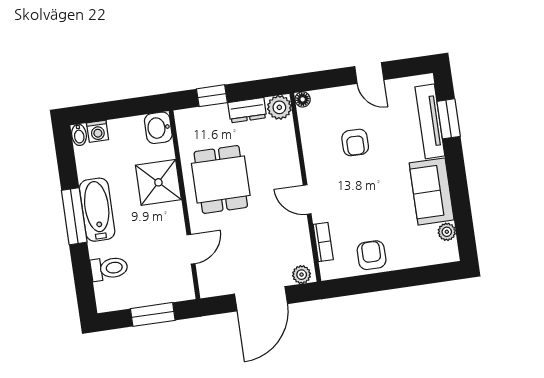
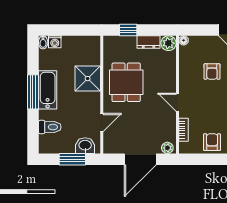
washbasin: (158, 128) -> (85, 146), moved, turned 90

